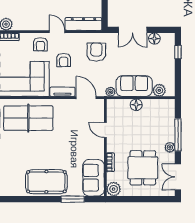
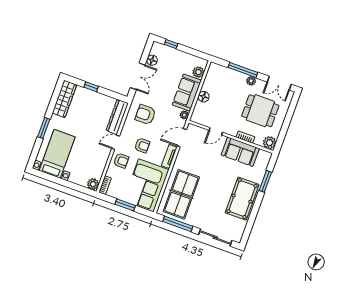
sofa: (94, 178) -> (240, 152), moved

